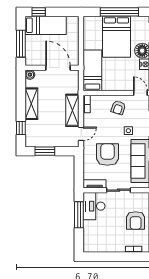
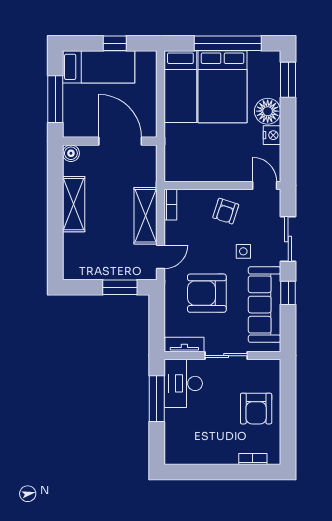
window: (39, 12) -> (115, 43), moved
bed: (92, 70) -> (180, 87), moved, turned 180
window: (21, 128) -> (55, 247), removed
window: (45, 151) -> (120, 287), moved
armchair: (107, 155) -> (207, 293), turned -90

